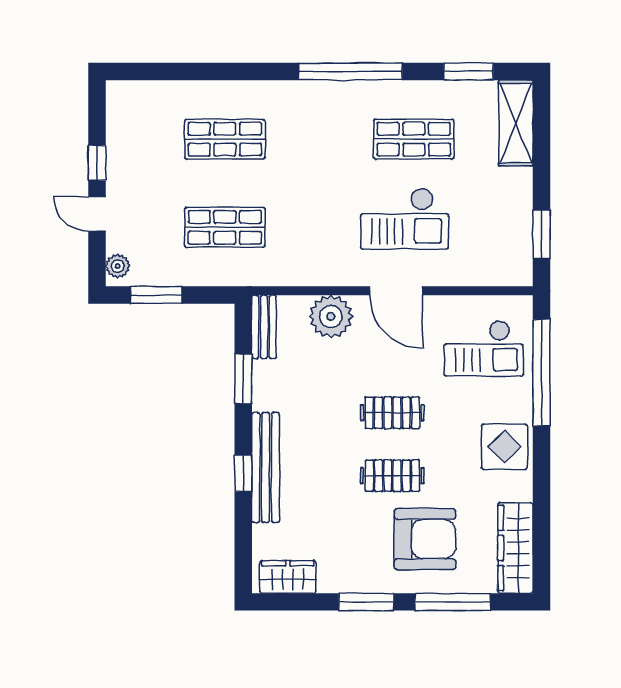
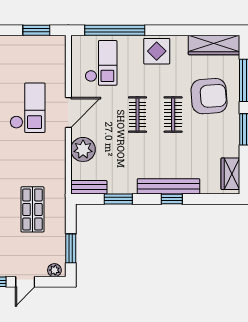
armchair: (425, 539) -> (209, 96), turned 86

